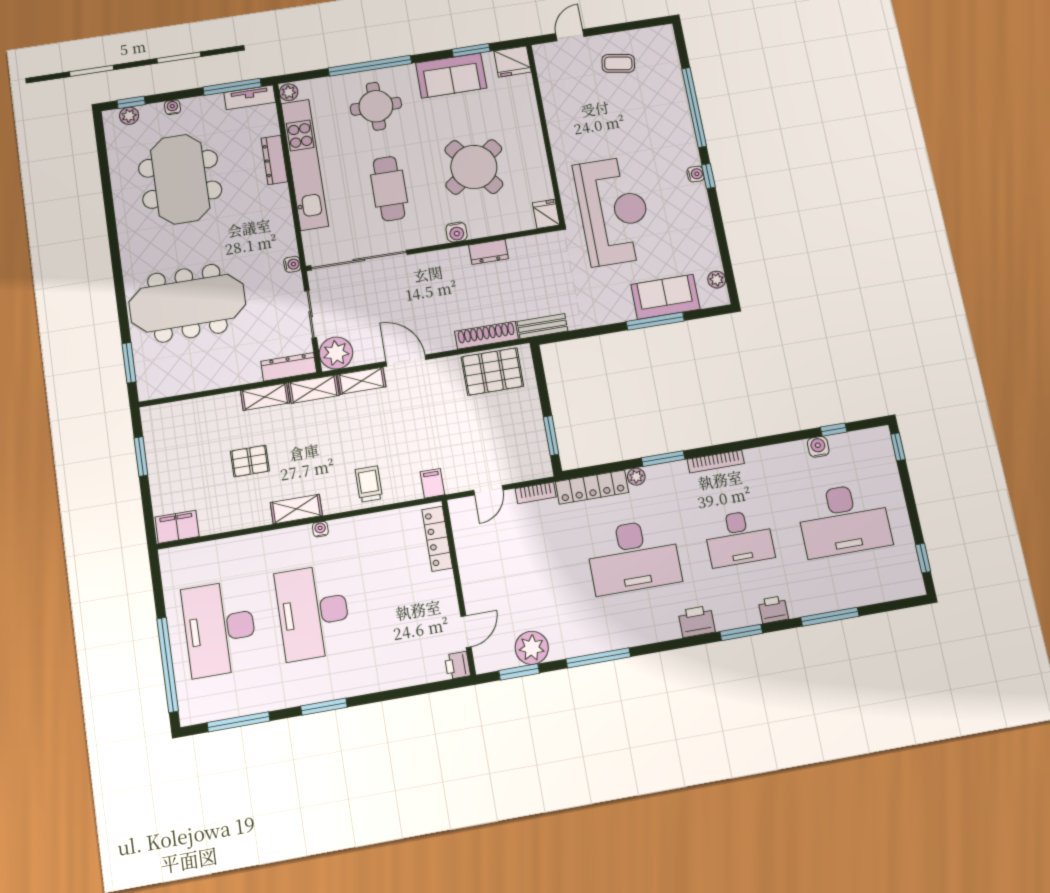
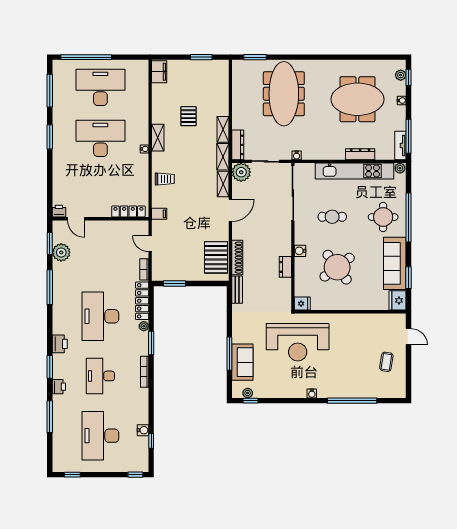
sofa: (451, 76) -> (395, 263), width x1.36
window: (708, 176) -> (250, 401), moved
cafe table: (389, 189) -> (332, 217), width x0.73, depth x0.74

